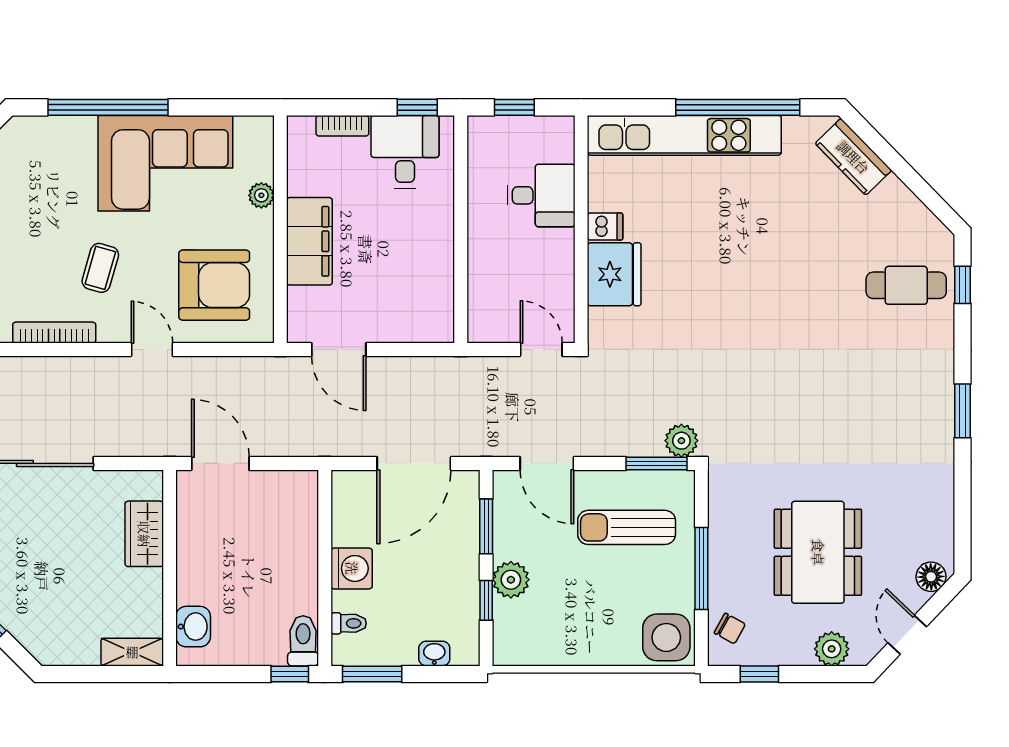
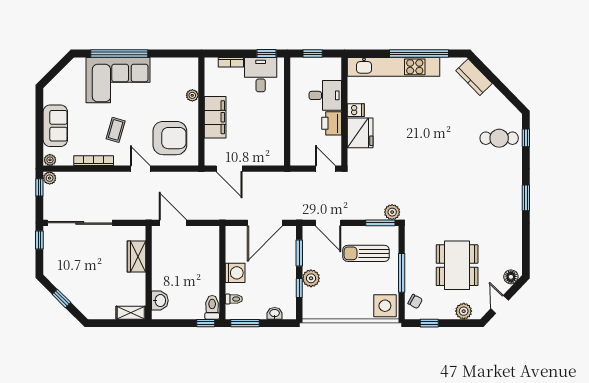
corner sofa: (165, 163) -> (118, 80), moved
printer: (554, 254) -> (332, 123), added

